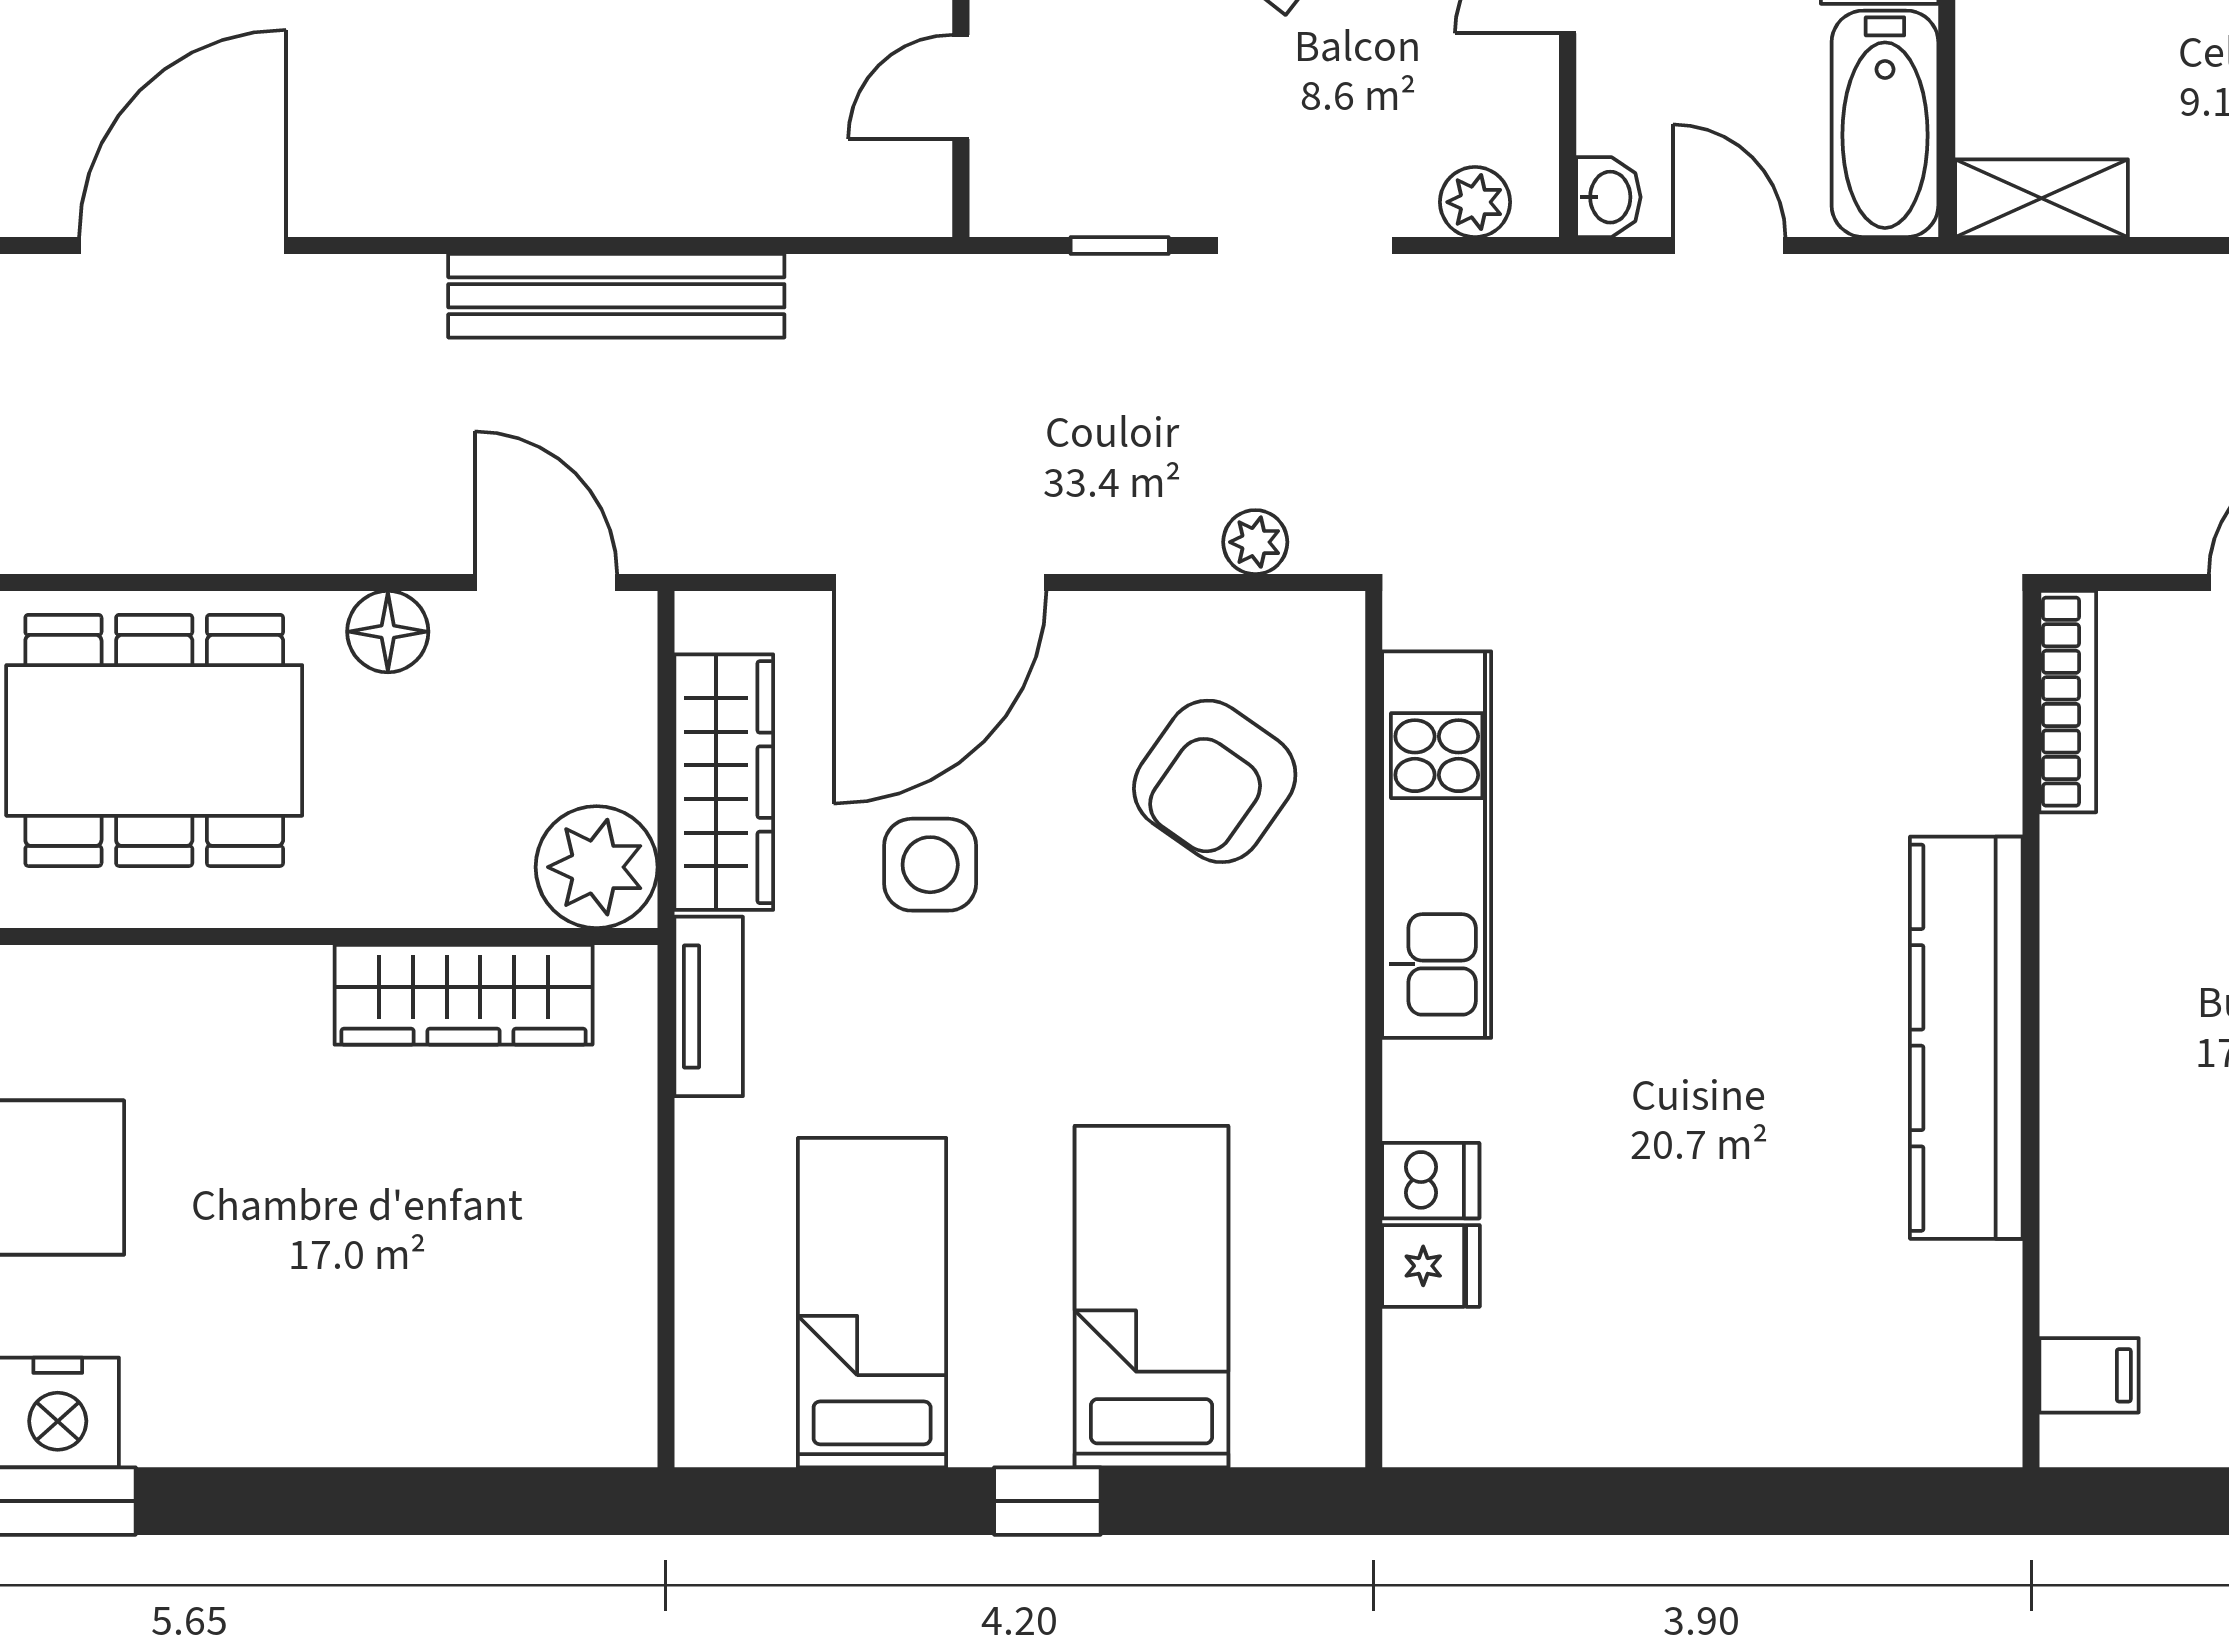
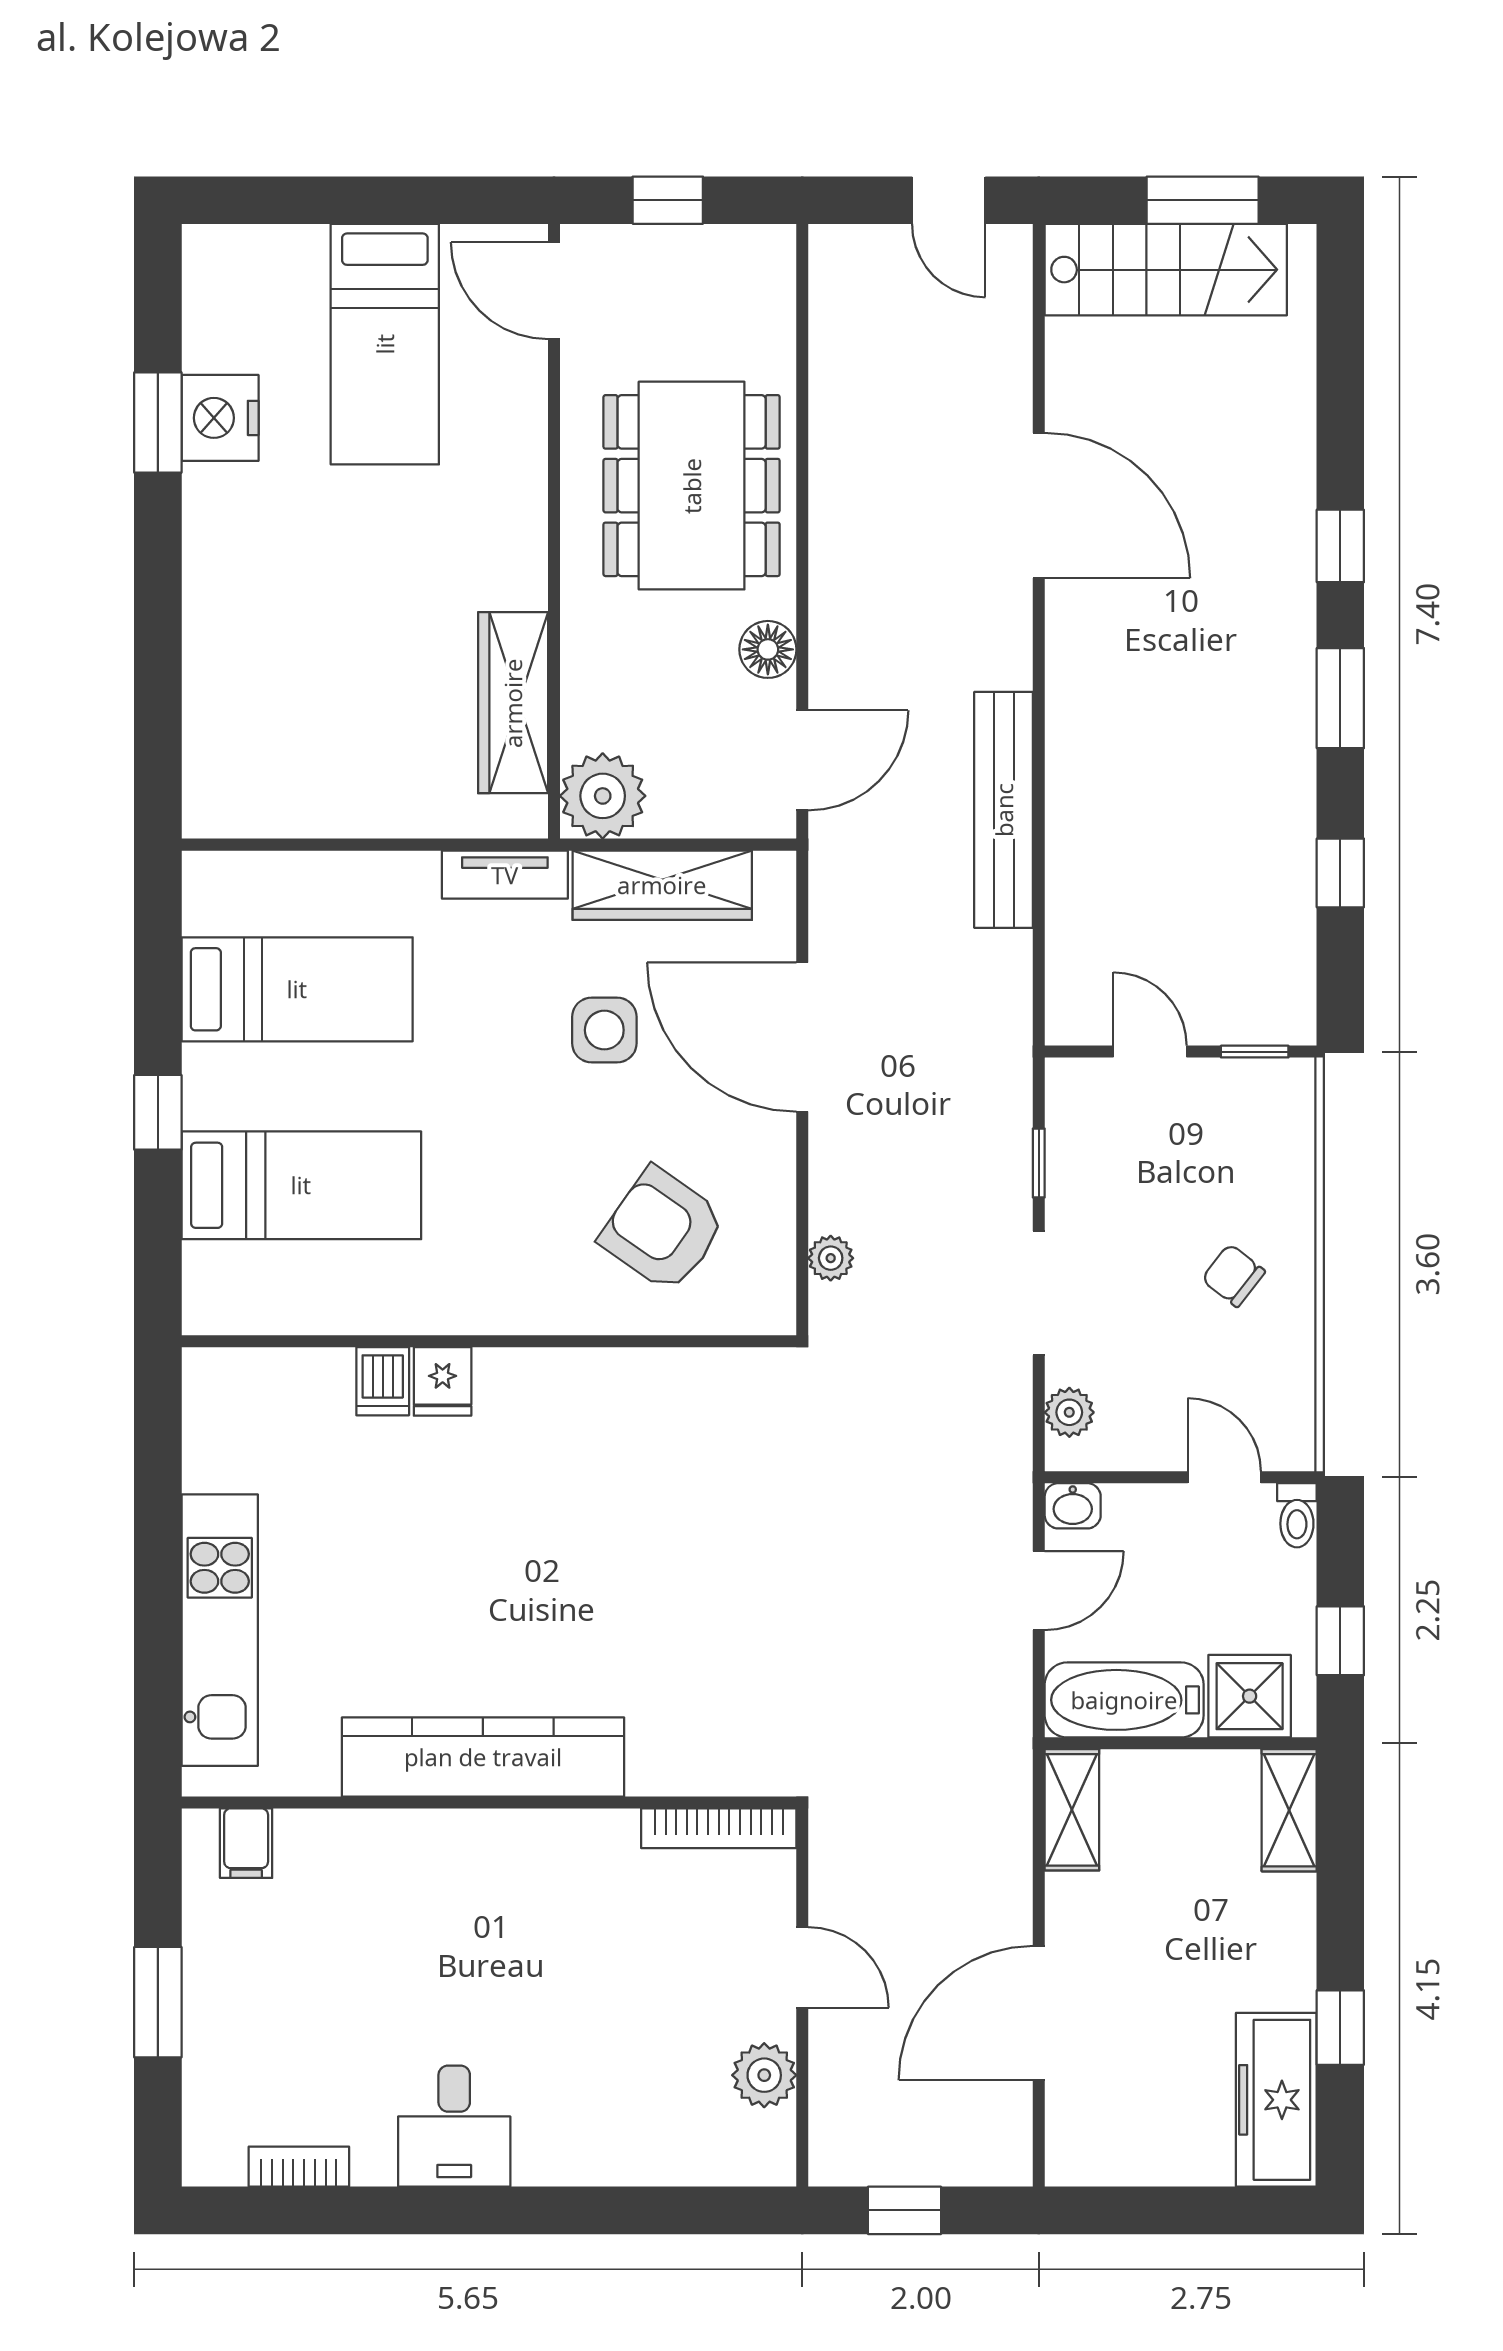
kitchen unit: (1437, 845) -> (220, 1630), moved, turned -90
fridge: (1431, 1266) -> (443, 1381), moved

